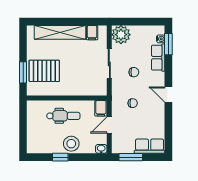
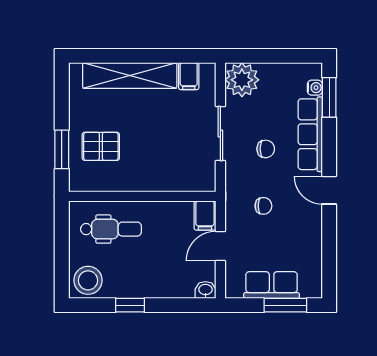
row of seats: (158, 58) -> (310, 134), width x1.48
pallet: (44, 71) -> (101, 146), width x0.67, depth x0.71
dental chair: (63, 116) -> (111, 229), moved
stool: (71, 144) -> (88, 280), moved
row of seats: (150, 146) -> (272, 285), moved
window: (131, 157) -> (285, 305), moved

